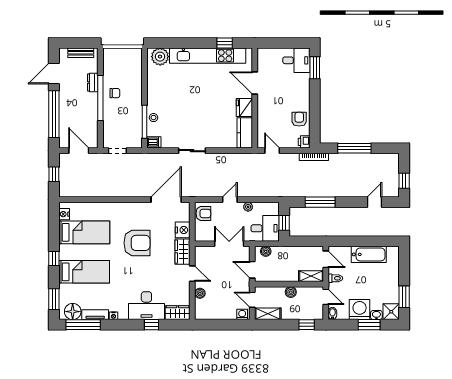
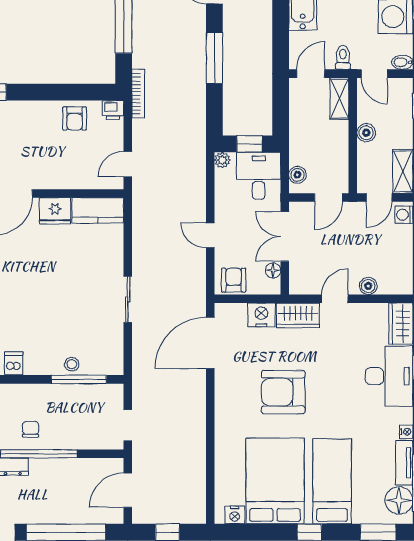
armchair: (299, 119) -> (75, 118), turned -90
dishwasher: (154, 142) -> (14, 364), moved
door: (166, 200) -> (210, 343), hinge flipped
window: (320, 202) -> (214, 58), moved
plant: (248, 207) -> (222, 160), moved
bed: (84, 232) -> (275, 481), width x1.50
floor lamp: (209, 237) -> (273, 270), added
armchair: (137, 243) -> (283, 392), turned -90
door: (326, 297) -> (374, 74), swing flipped

